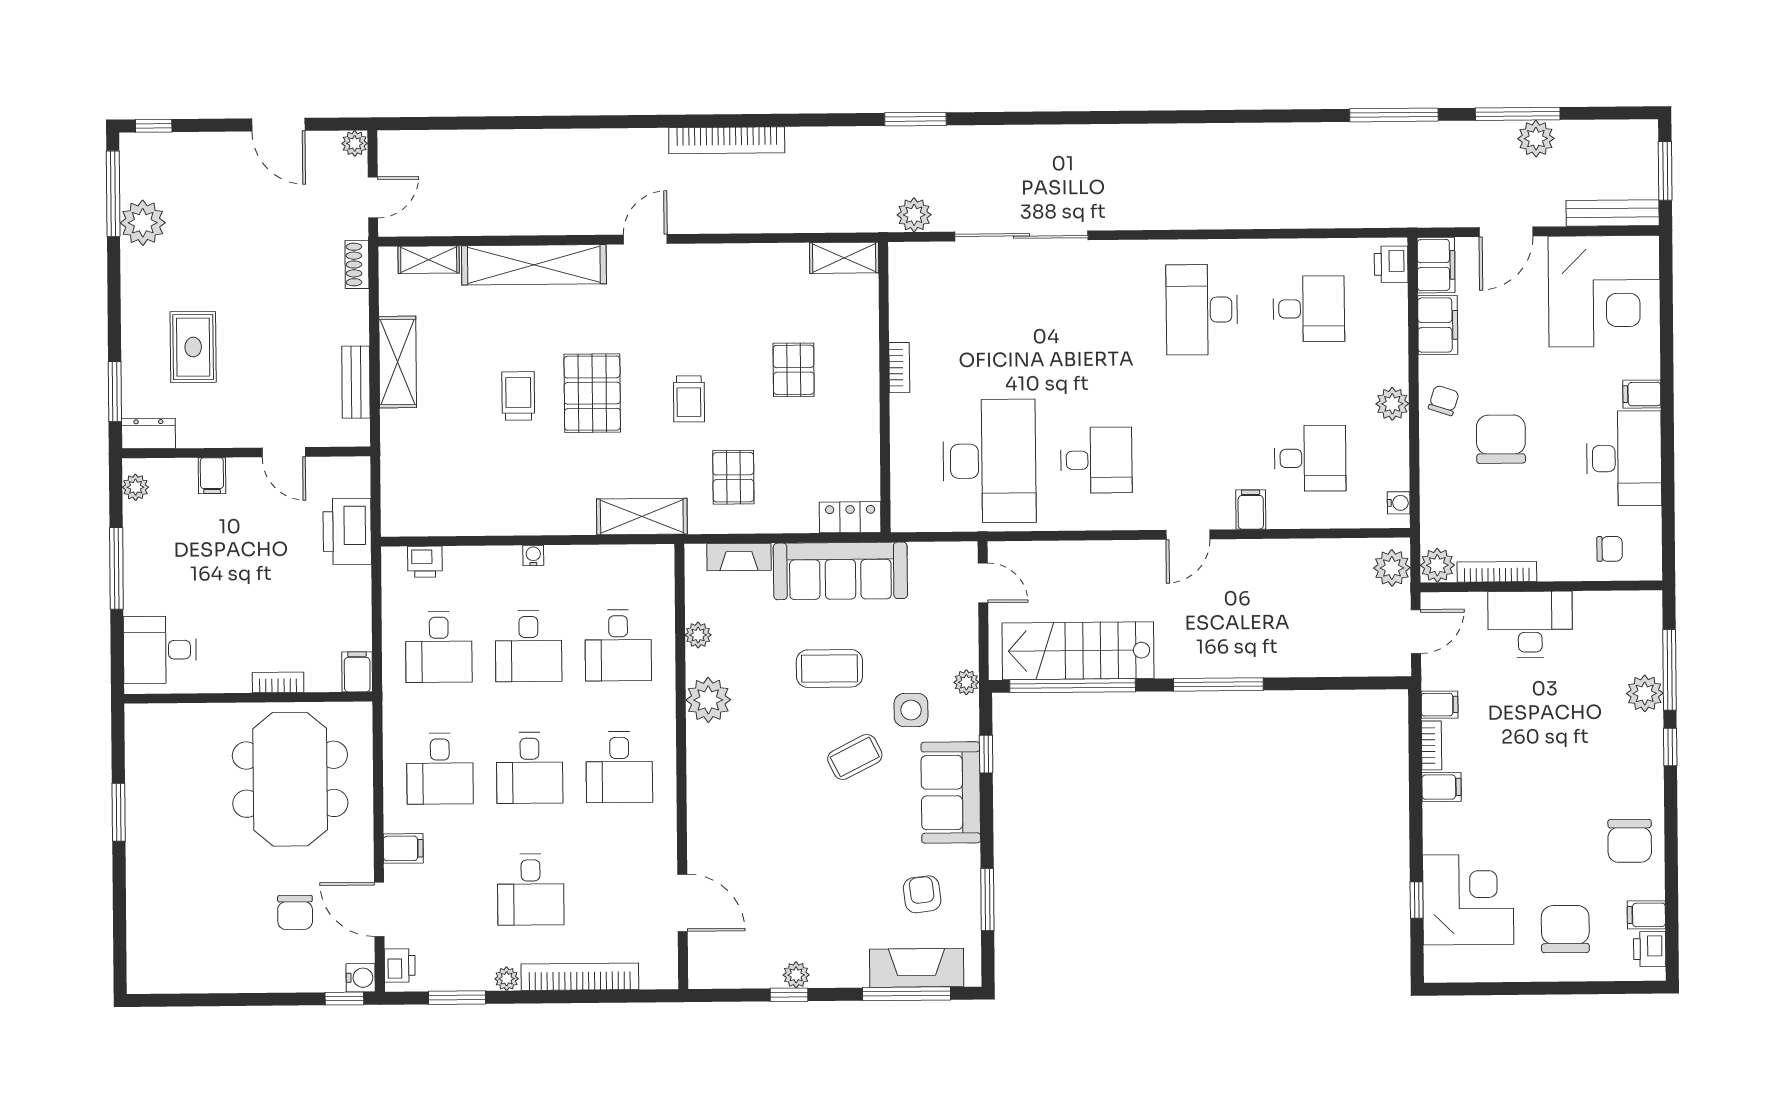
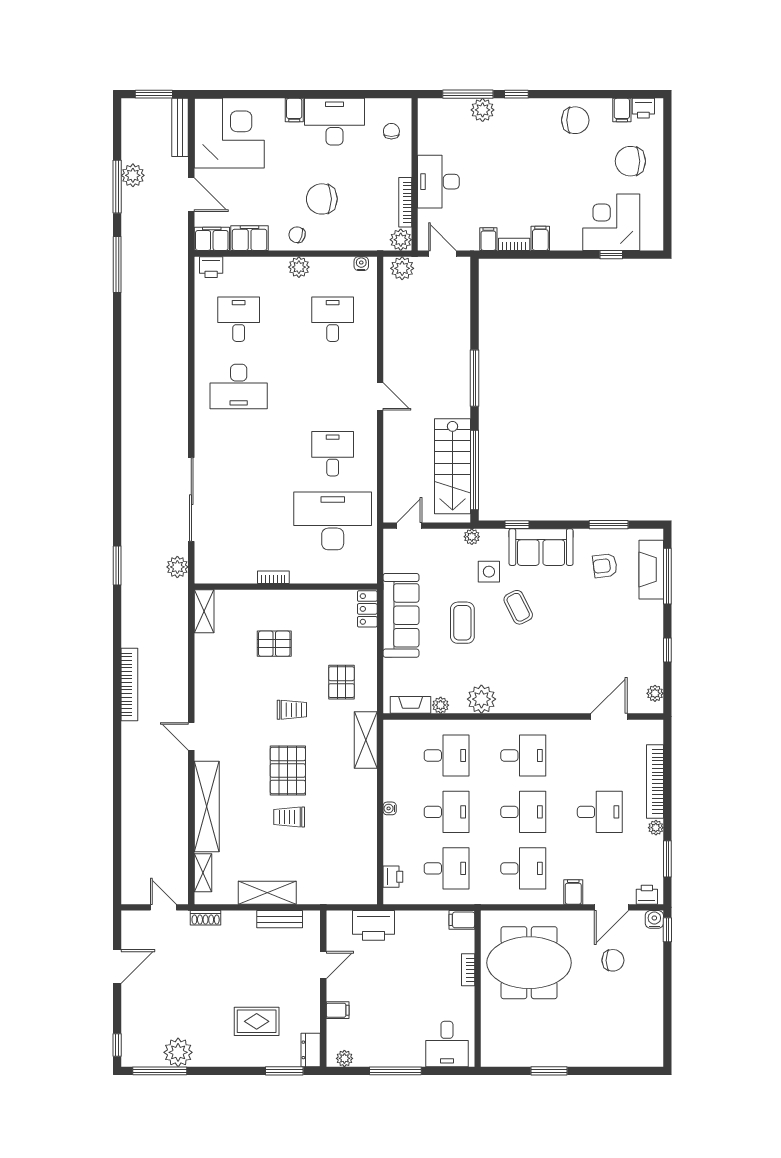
plant: (355, 143) -> (129, 919), removed
pallet: (592, 393) -> (288, 770), turned 90
pallet: (733, 477) -> (341, 682), turned 90
filing cabinet: (1251, 510) -> (365, 357), removed
fireplace: (739, 557) -> (411, 705), moved, turned -90
plant: (796, 975) -> (655, 693), moved

